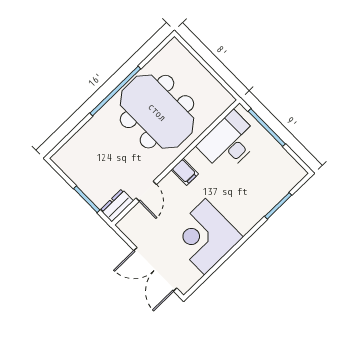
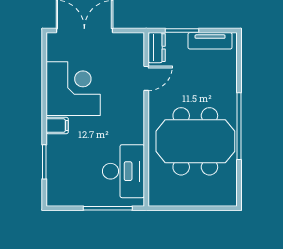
tv unit: (74, 172) -> (210, 41), added
filing cabinet: (185, 172) -> (57, 126), moved, turned 180
door: (146, 191) -> (146, 78), swing flipped

